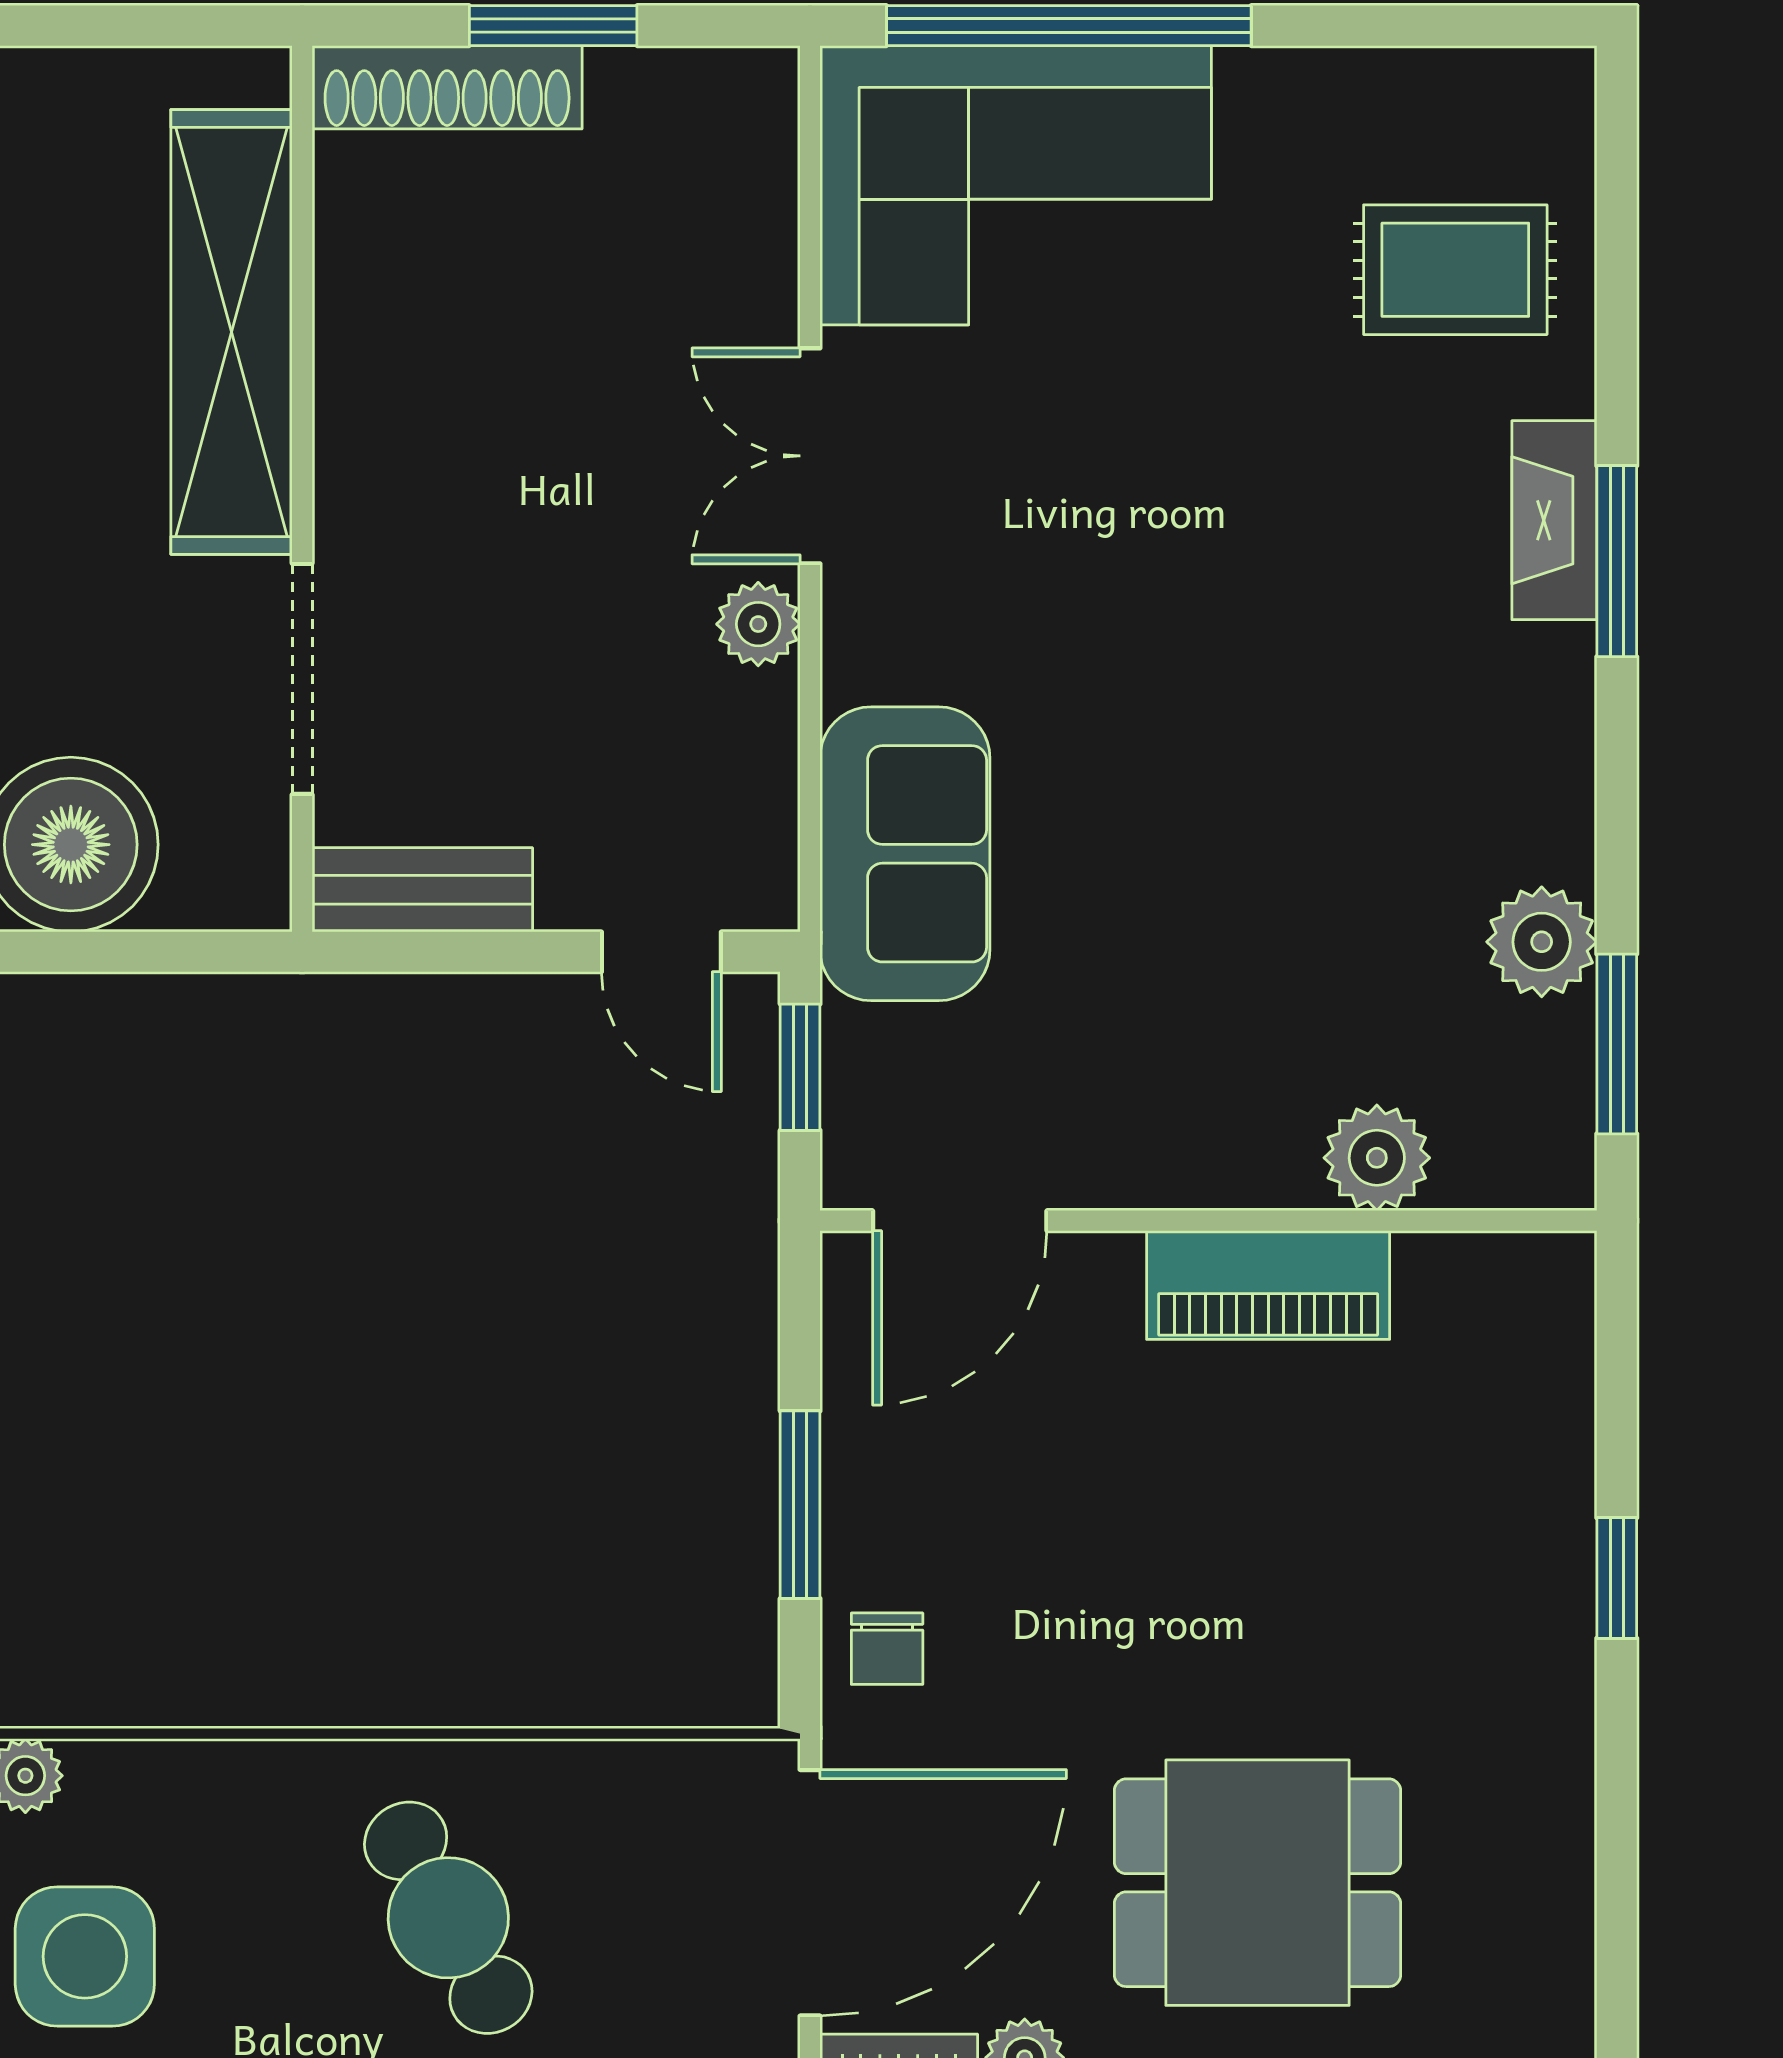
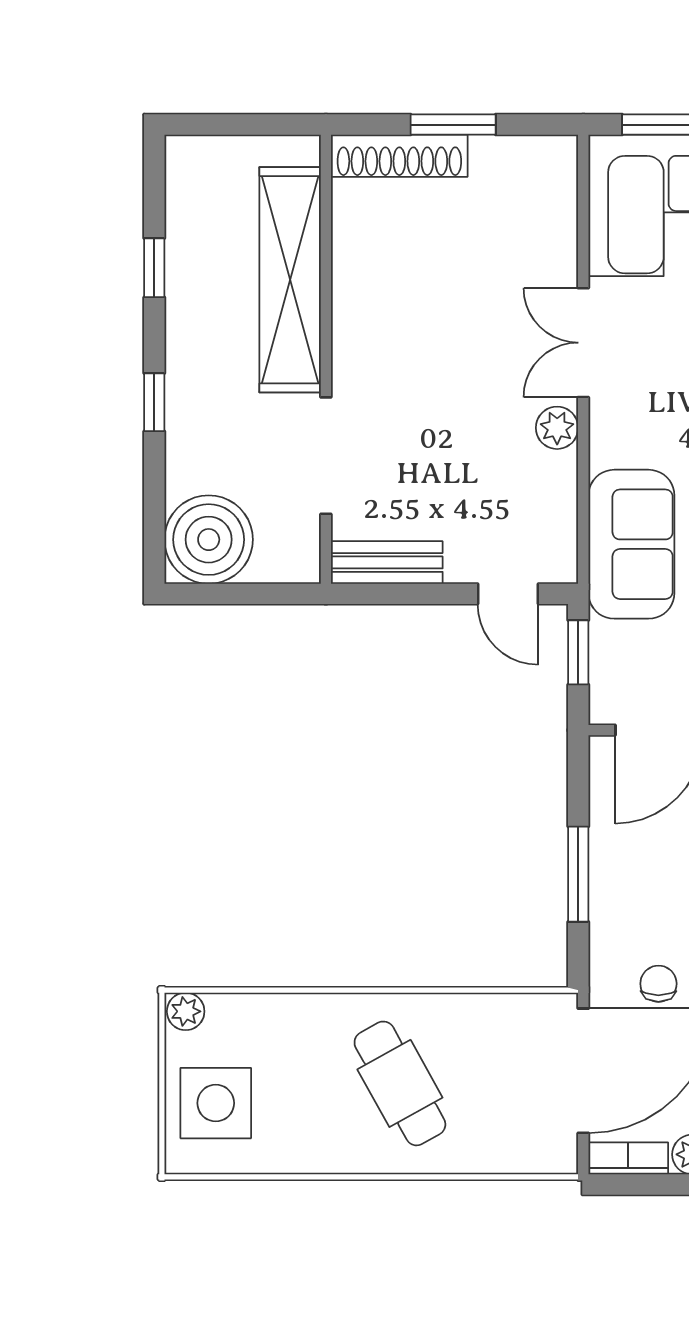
chair: (887, 1649) -> (658, 984), moved, turned 180

